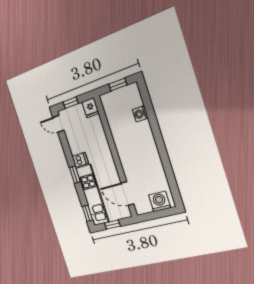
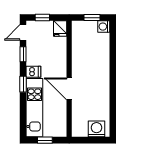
washing machine: (140, 114) -> (104, 27), moved
door: (58, 124) -> (23, 32), hinge flipped
door: (127, 194) -> (69, 89), moved
window: (87, 213) -> (23, 54), moved

